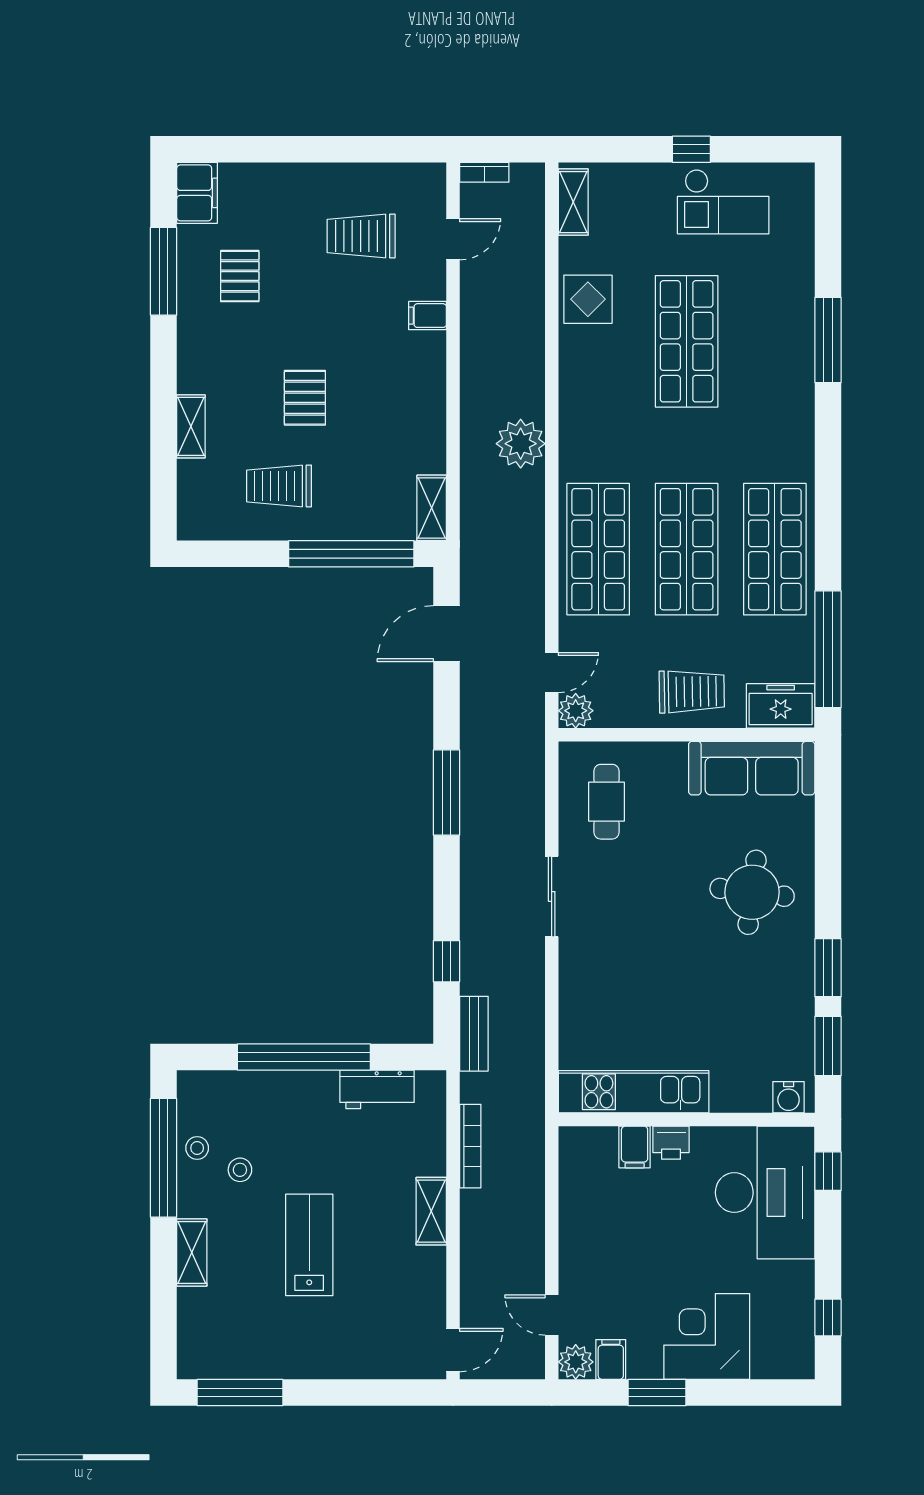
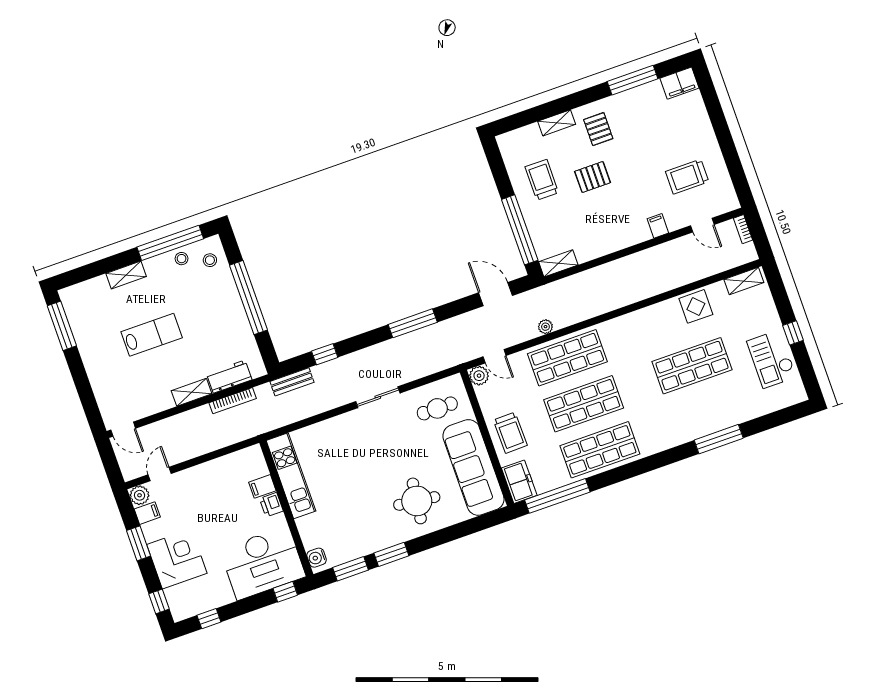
trolley: (361, 236) -> (687, 177), turned -90
pallet: (240, 276) -> (598, 129), moved, turned 90
plant: (521, 444) -> (545, 327), moved, width x0.53, depth x0.53
sofa: (752, 768) -> (473, 467), width x1.36, depth x1.27
workbench: (377, 1089) -> (229, 377), moved, turned 90
stool: (240, 1170) -> (210, 260), moved
window: (769, 1393) -> (159, 601), added

